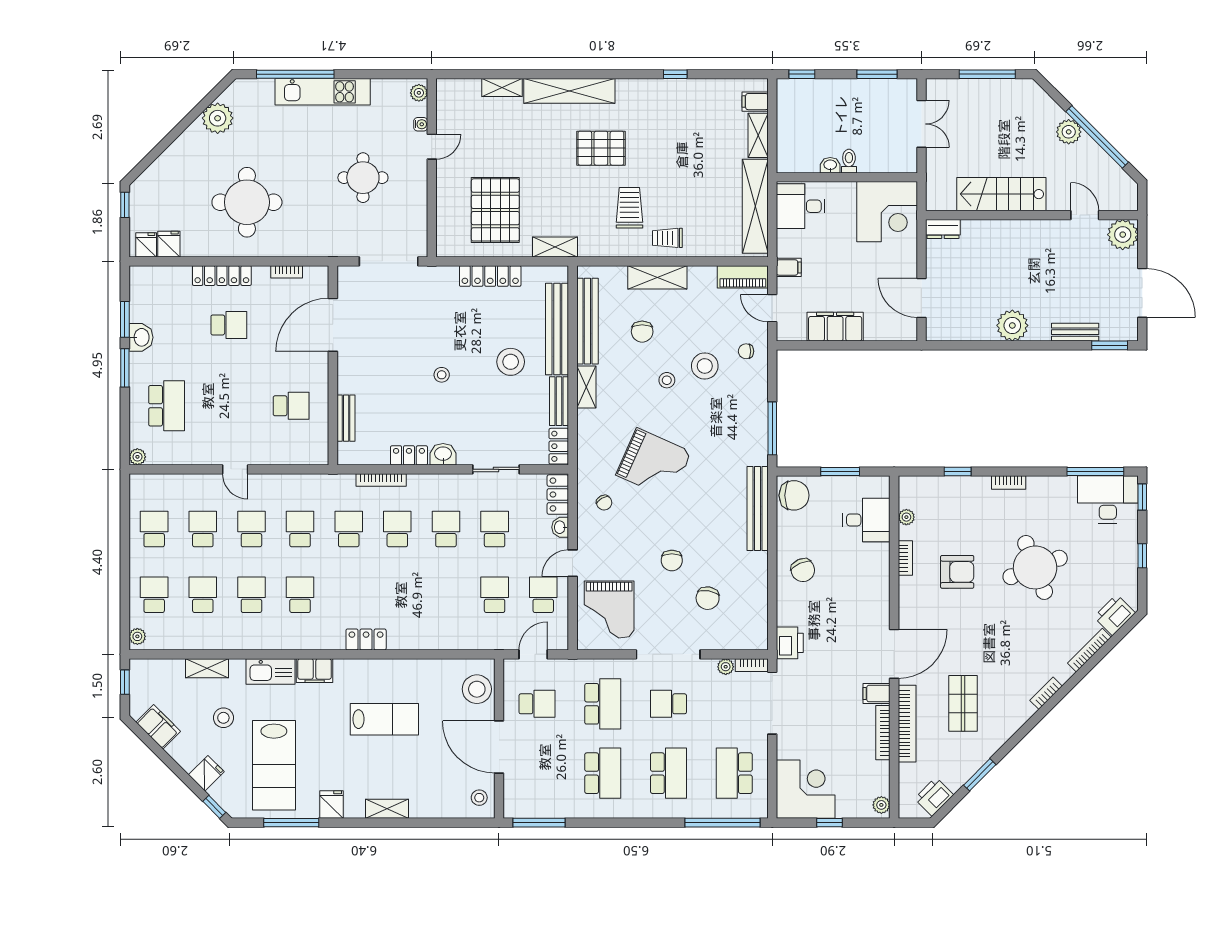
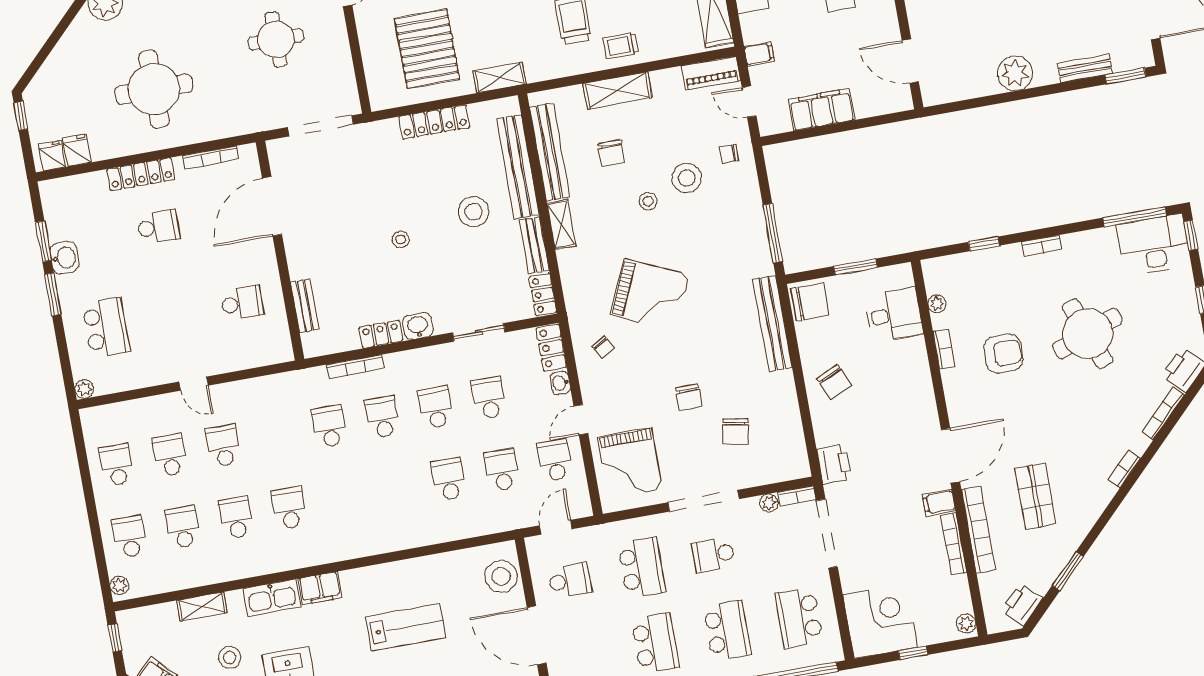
bookcase: (287, 272) -> (211, 157), width x1.56
school desk: (300, 529) -> (449, 479), moved
locker: (366, 640) -> (370, 544), removed

